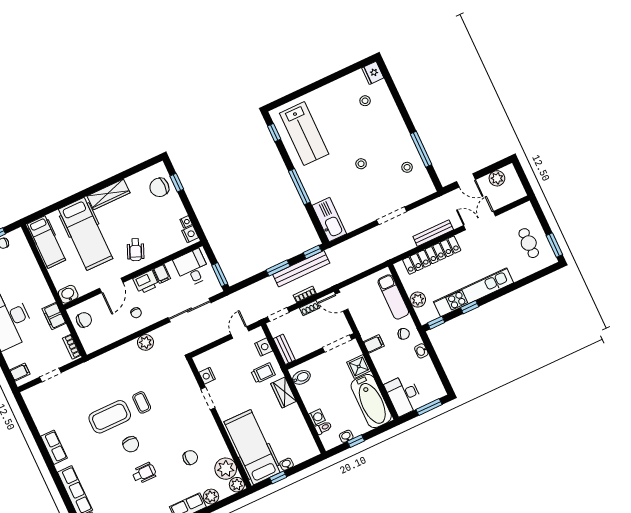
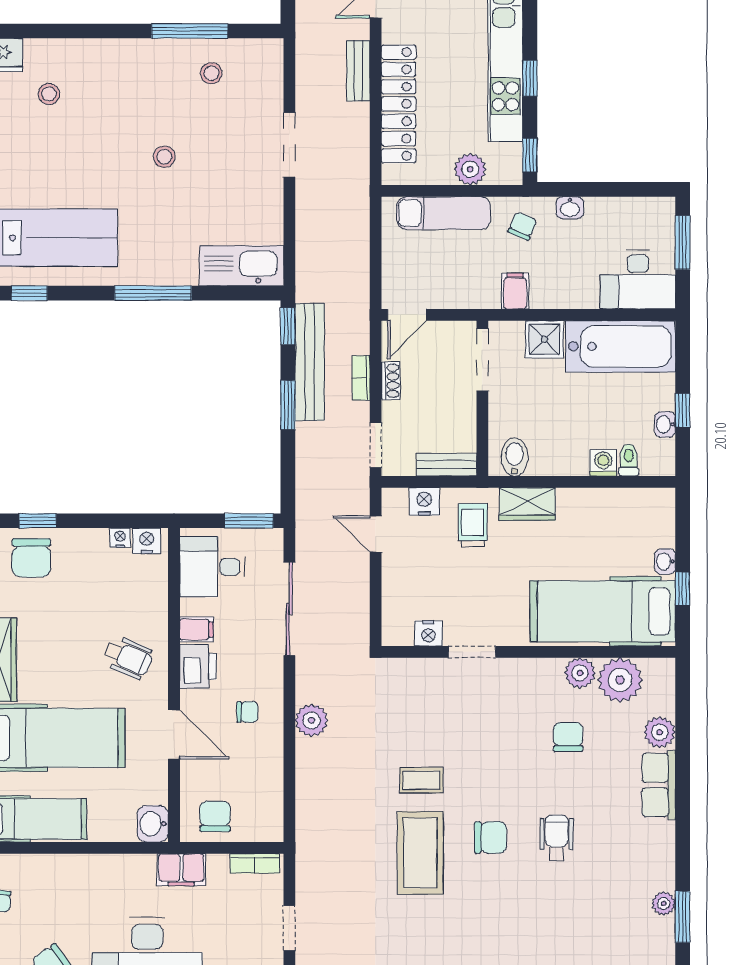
bench: (433, 233) -> (358, 71), width x0.73
plant: (237, 485) -> (580, 673), moved

